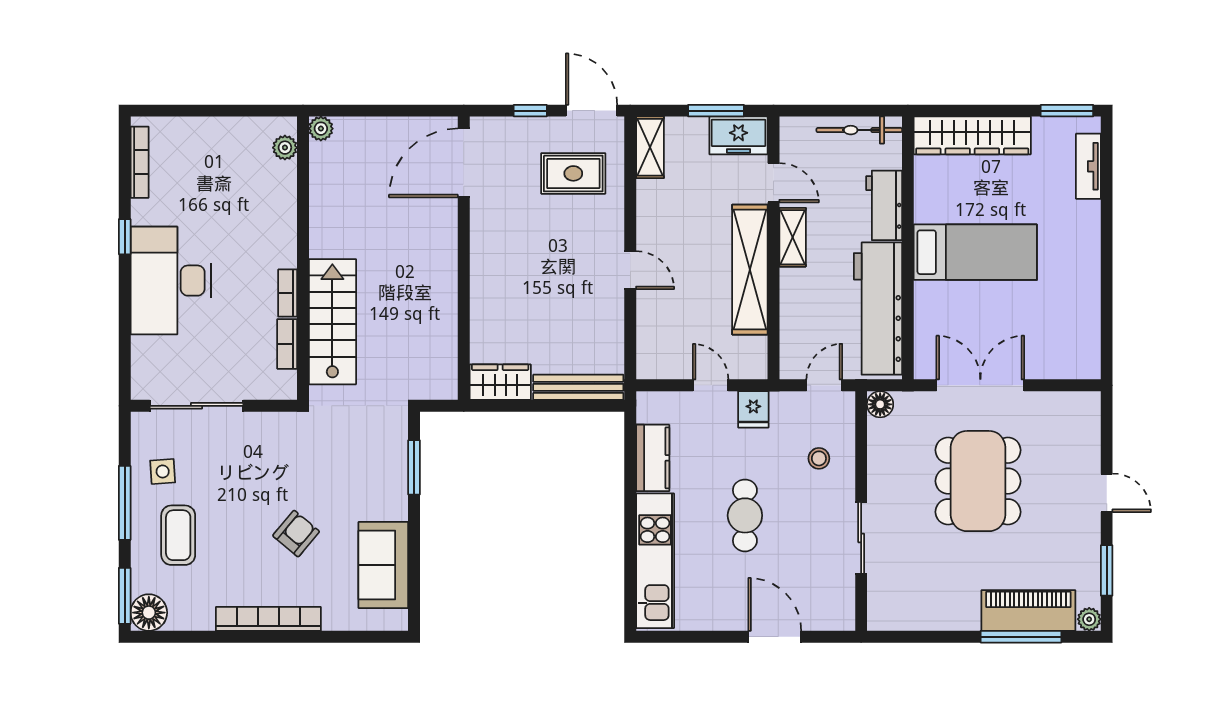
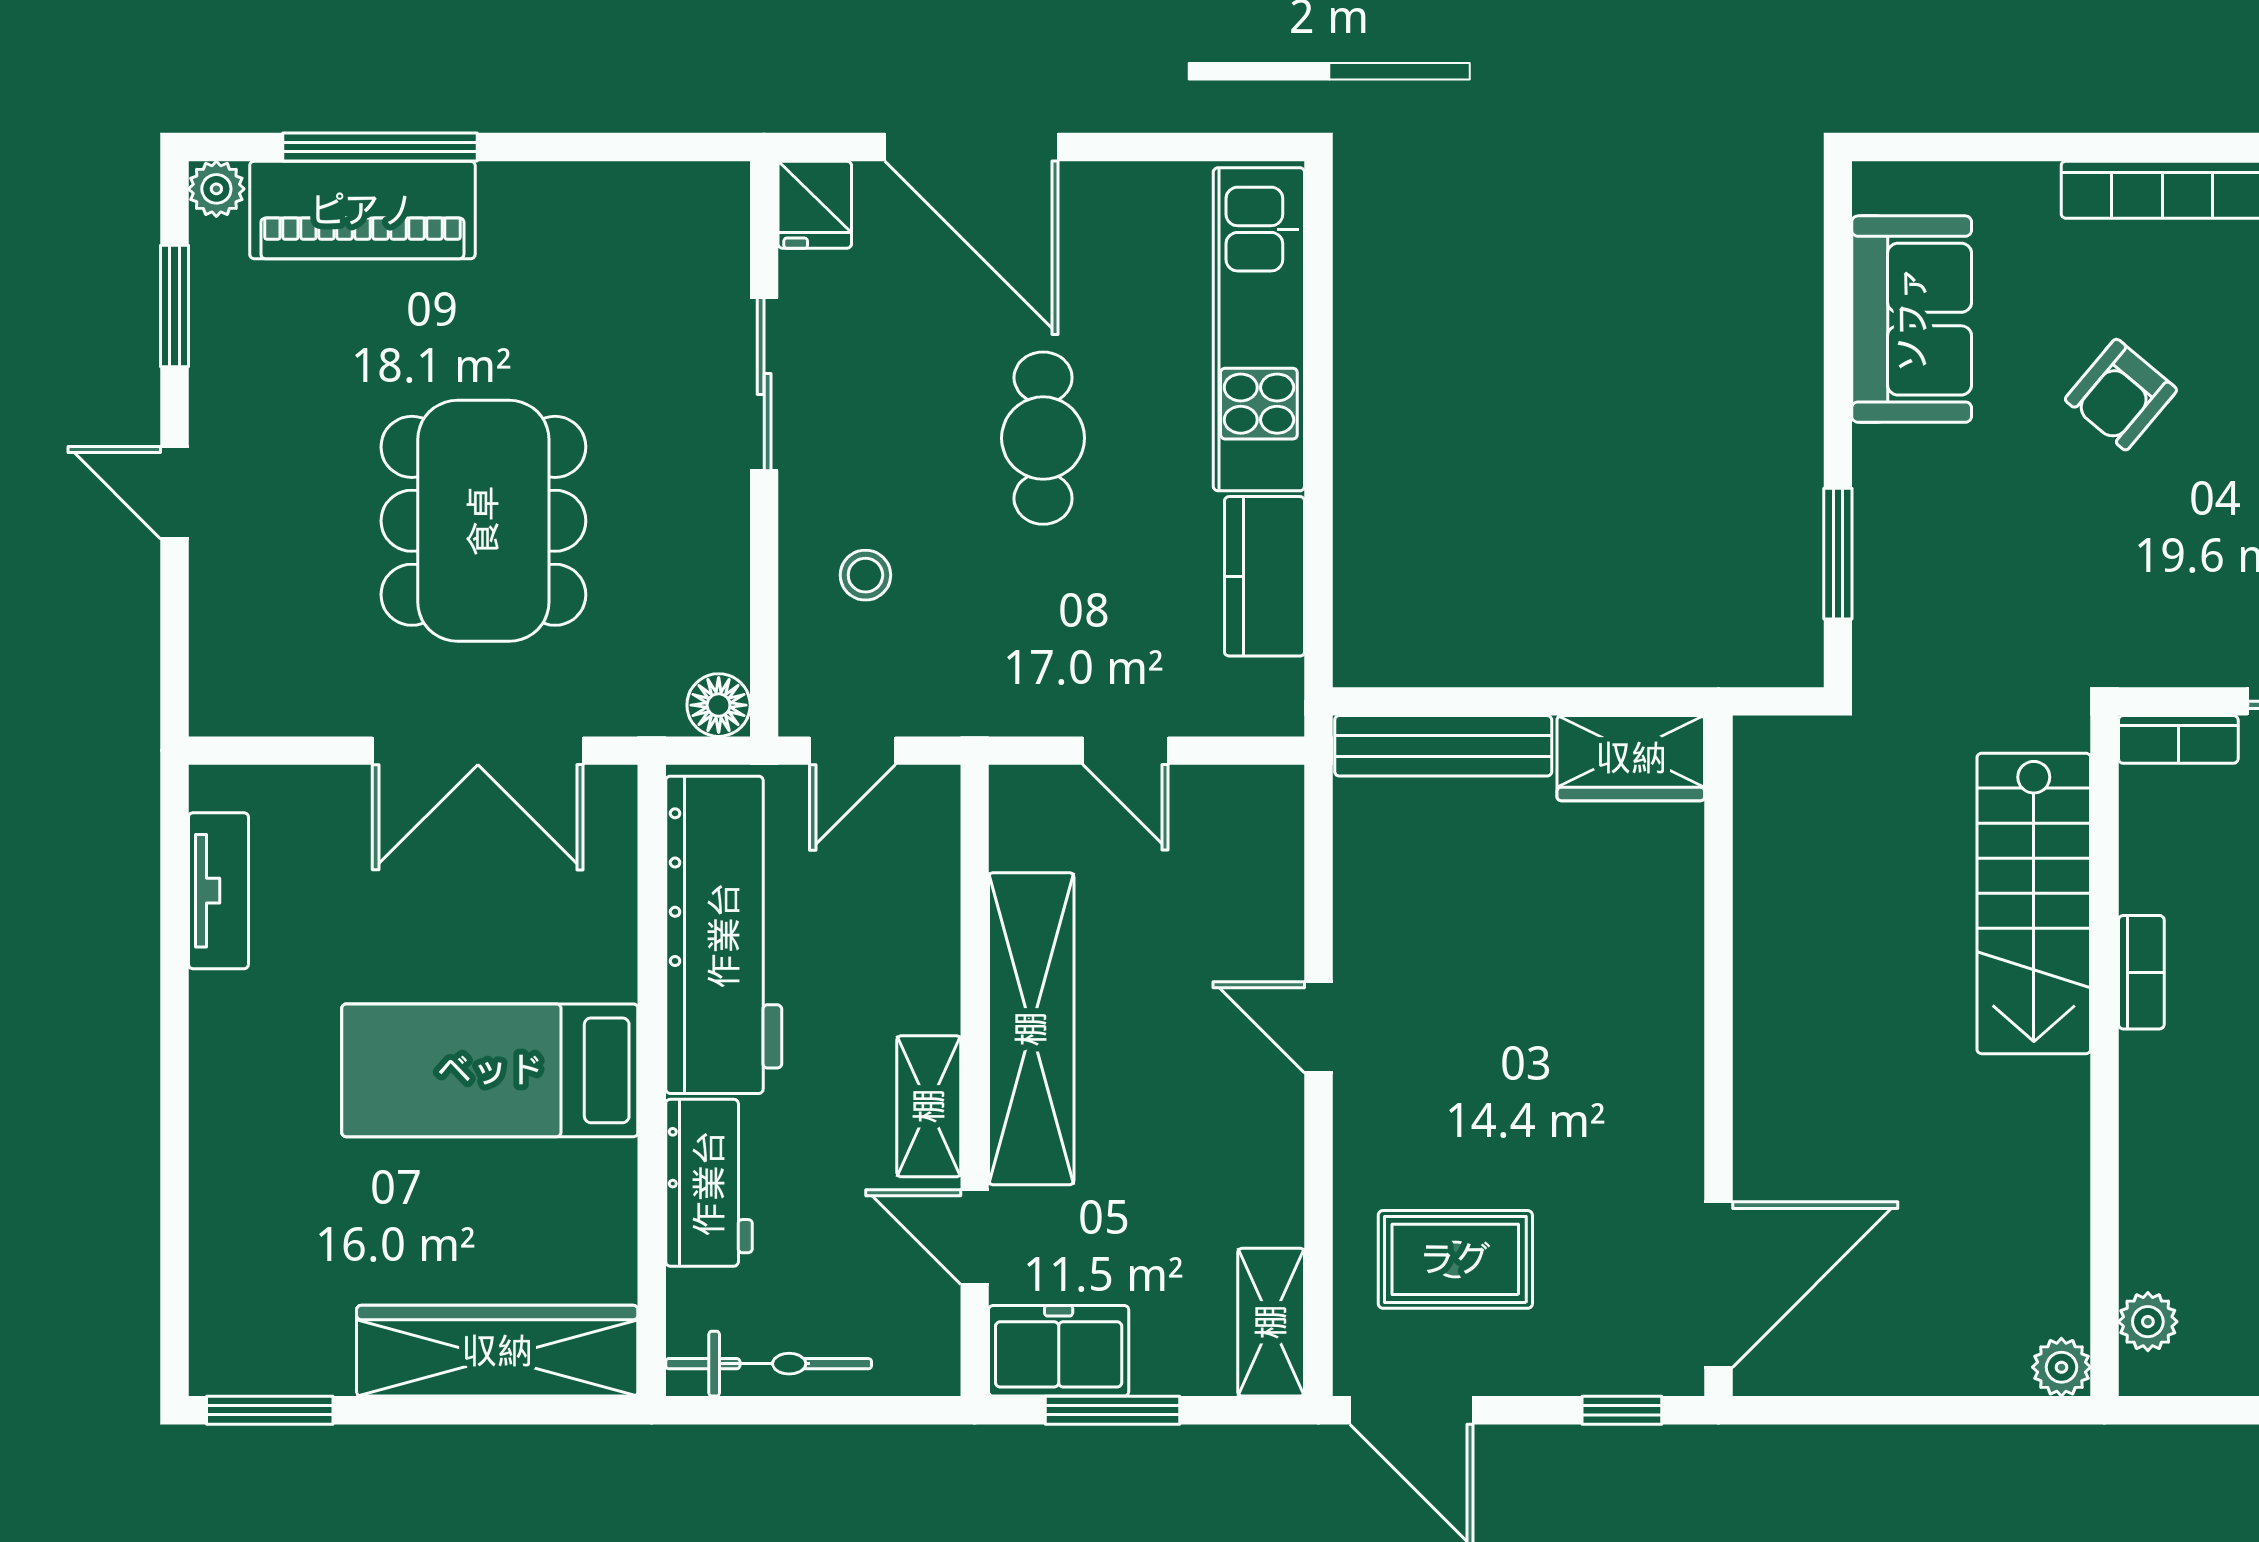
window: (530, 111) -> (1622, 1410), moved
tv unit: (1088, 166) -> (218, 891), moved
bookcase: (287, 344) -> (2178, 739), moved, turned 90
fridge: (753, 409) -> (815, 205), moved, turned 180
door: (775, 637) -> (971, 147), width x1.36

